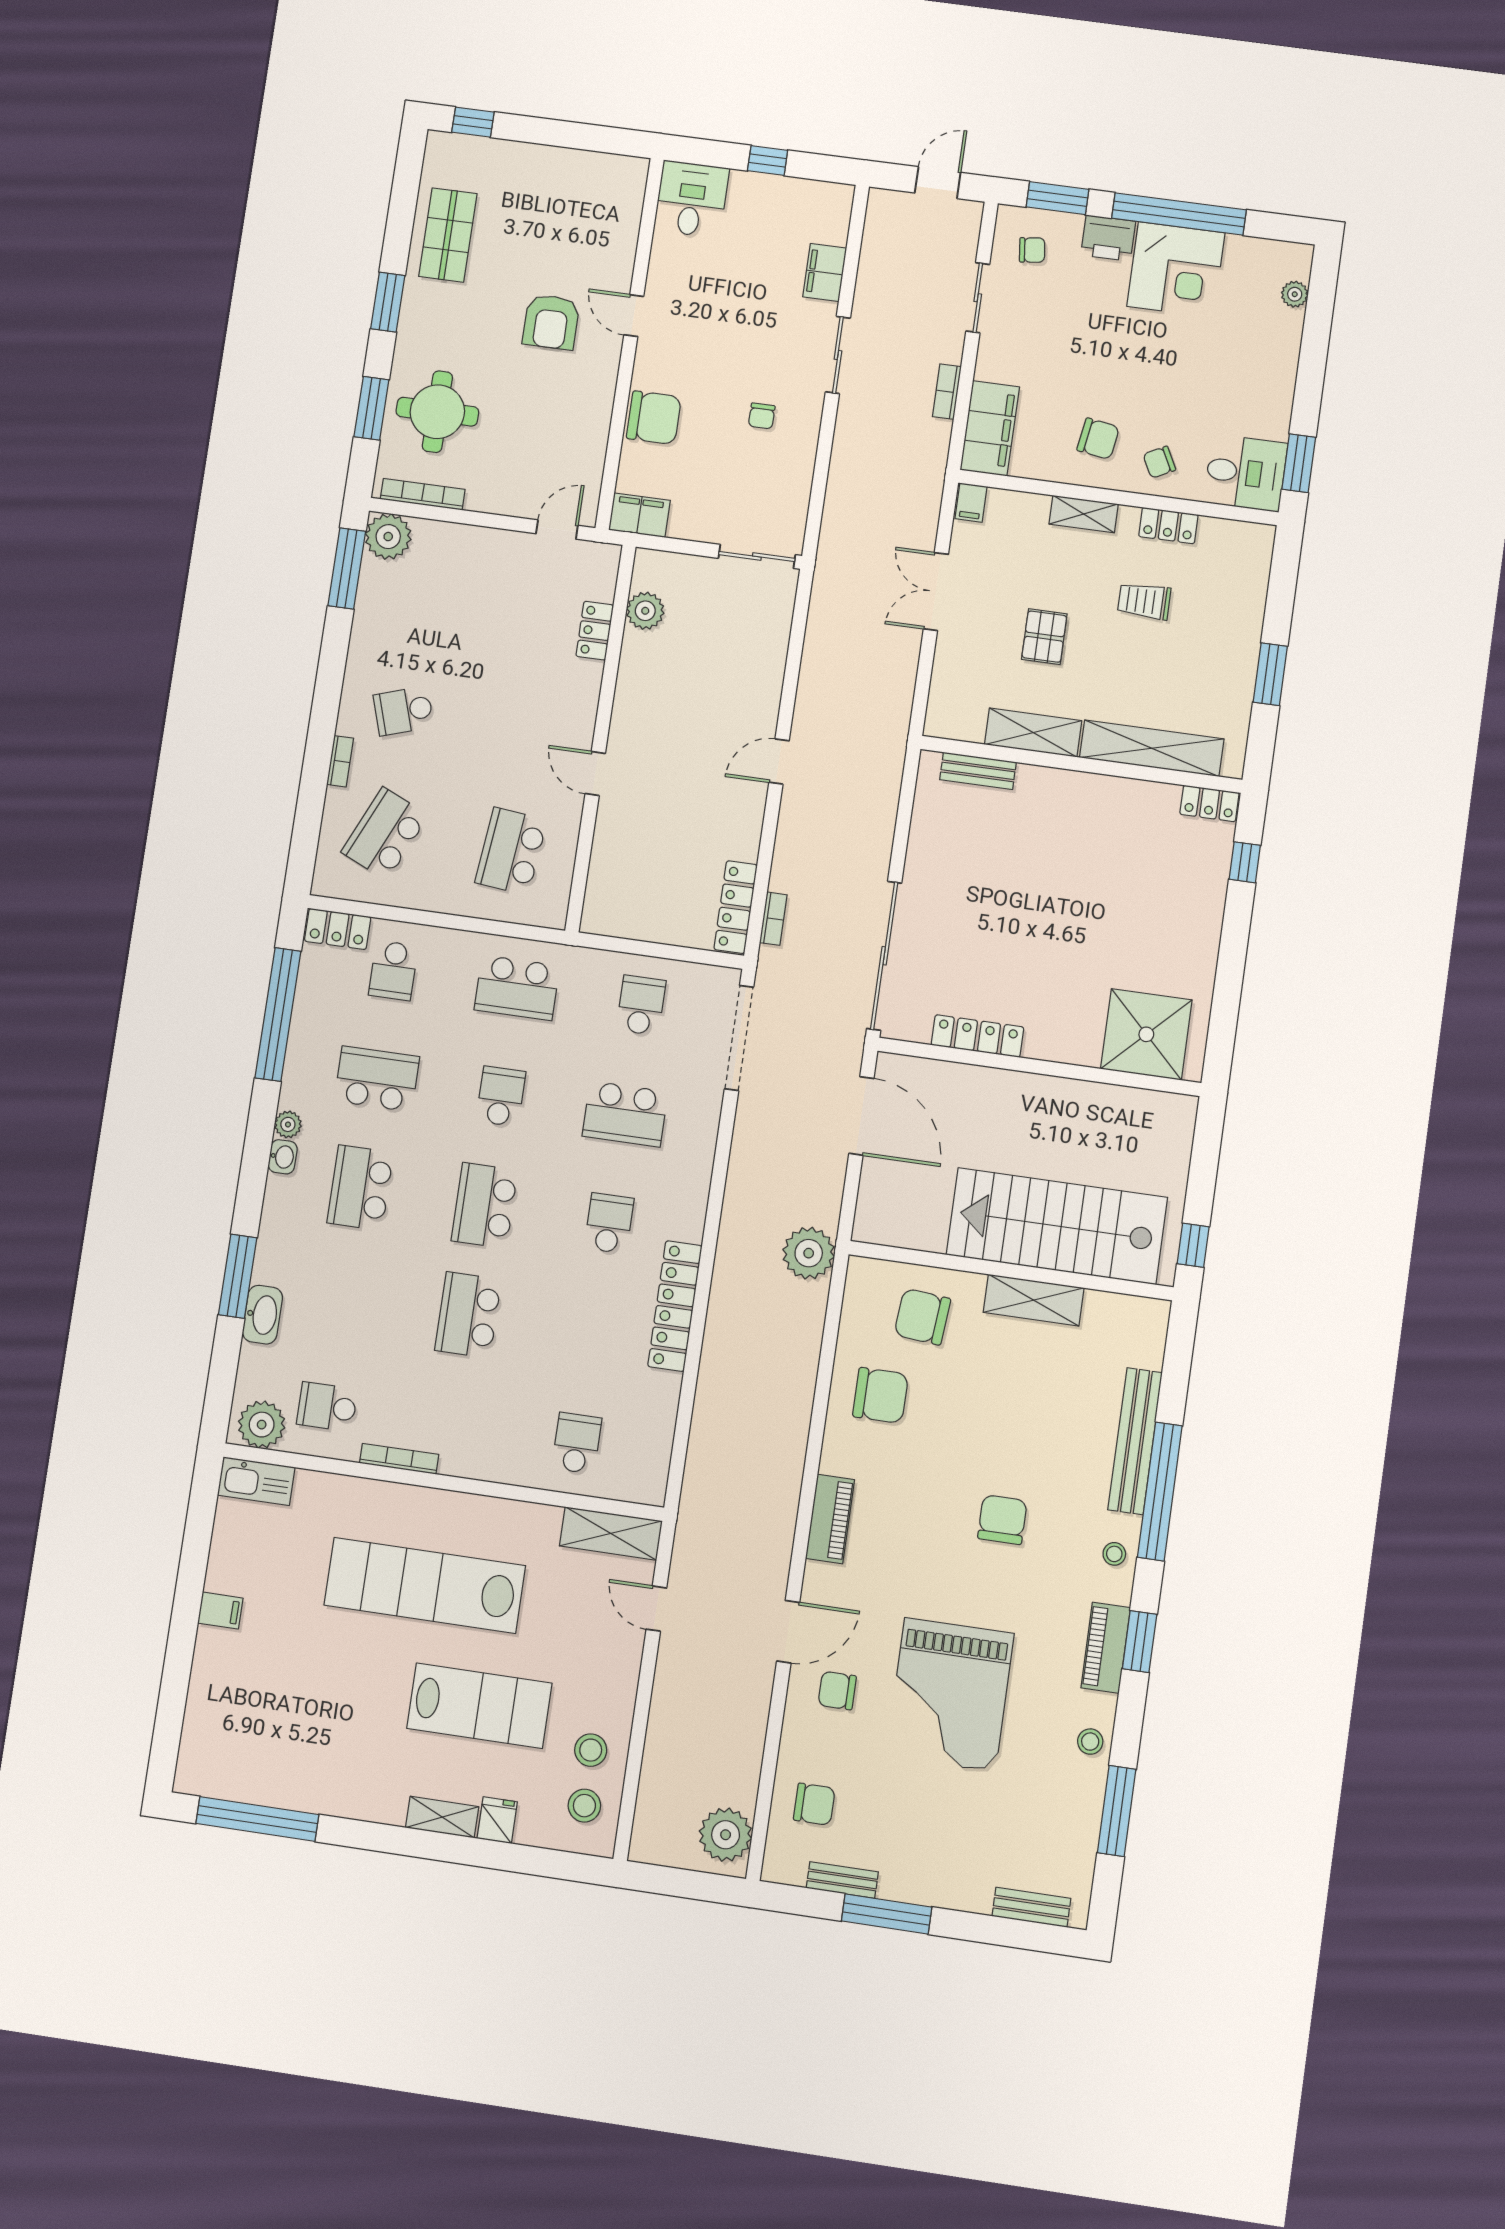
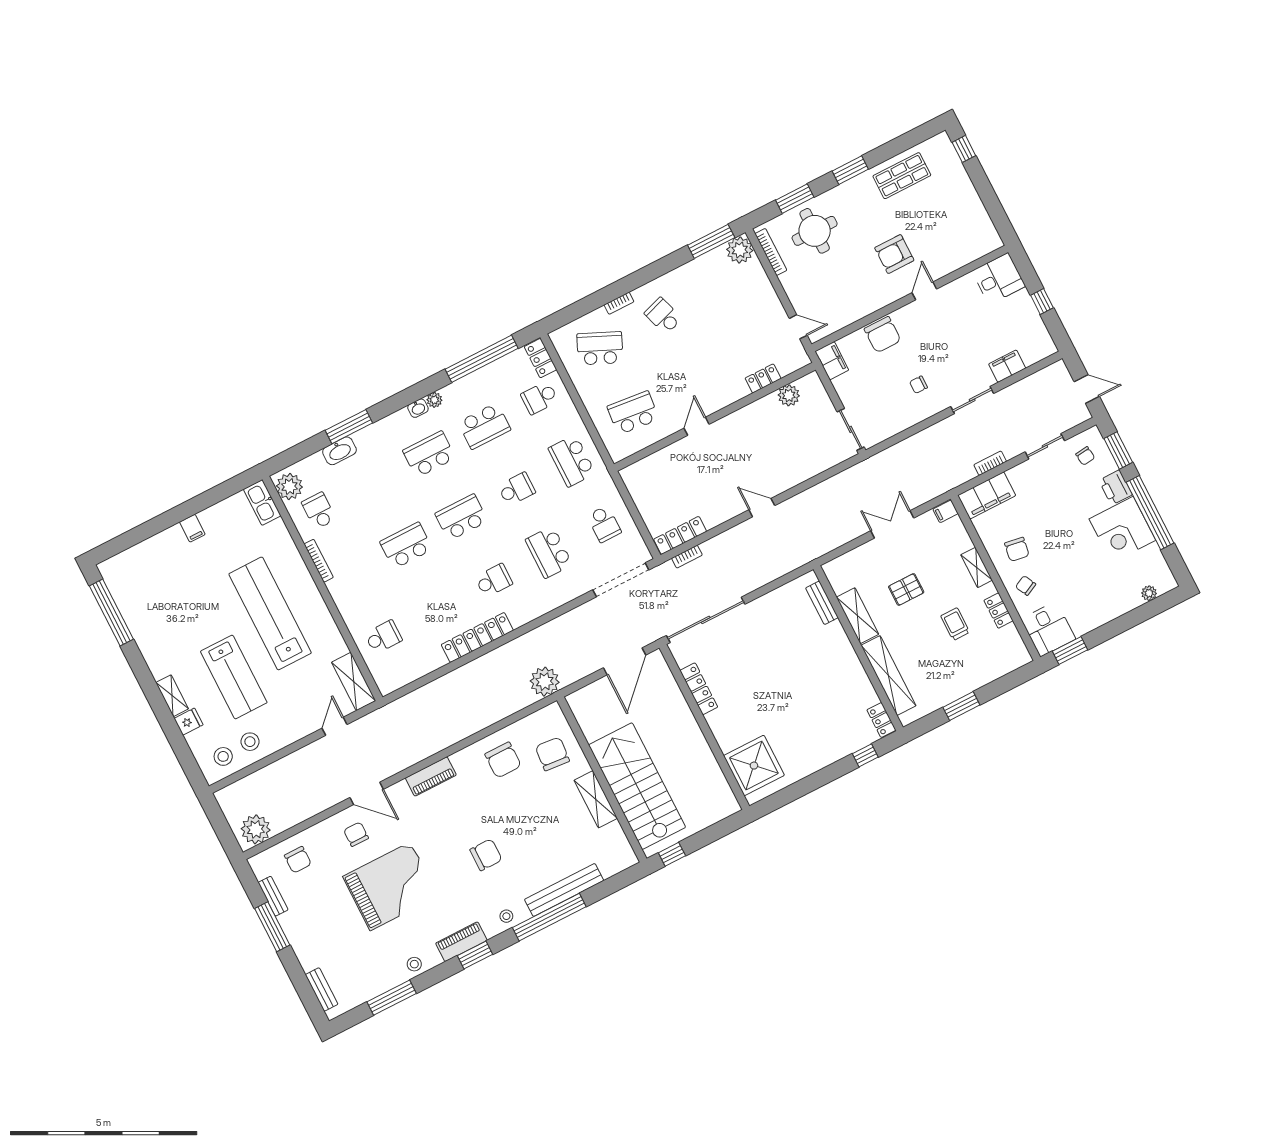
school desk: (641, 1005) -> (604, 524), turned 90
school desk: (377, 1079) -> (484, 426), turned 90
grand piano: (950, 1695) -> (390, 886), turned 180

